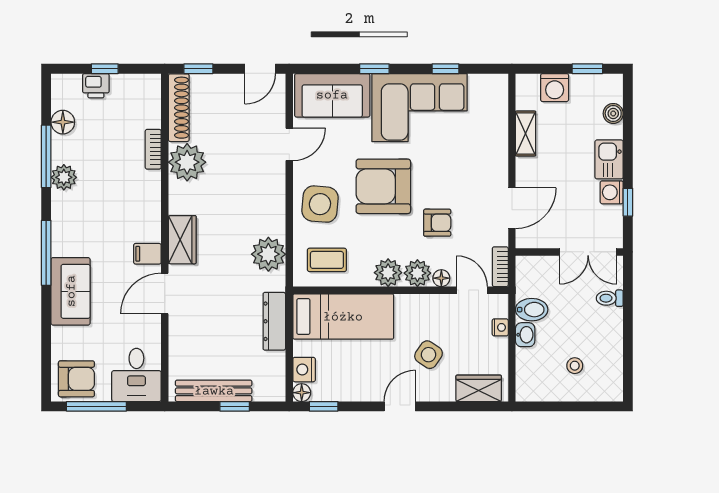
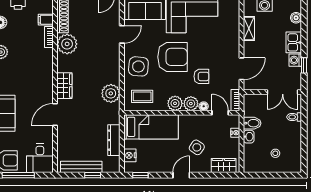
armchair: (383, 186) -> (173, 57), turned 180
filing cabinet: (147, 254) -> (46, 20), moved
dresser: (274, 321) -> (114, 140), moved
floor lamp: (302, 393) -> (129, 168), removed

